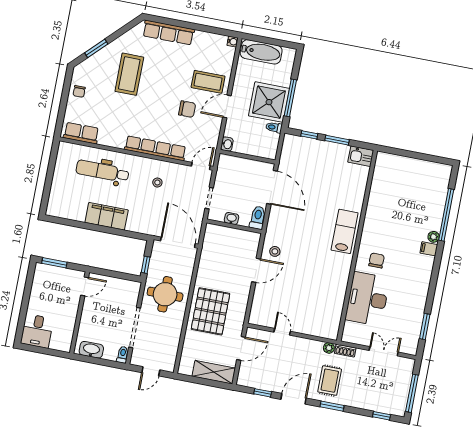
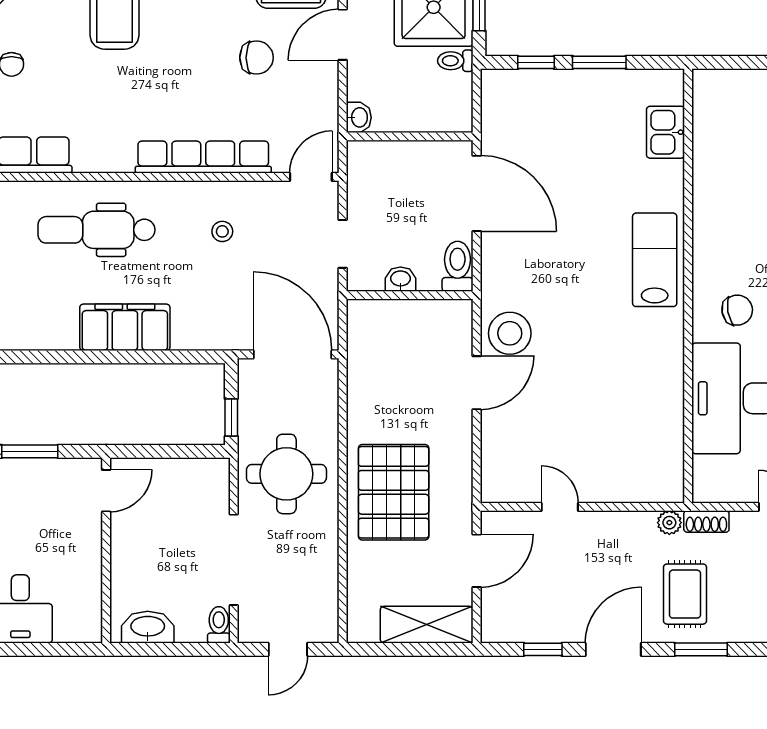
kitchen sink: (361, 156) -> (666, 132), moved, turned 90
stool: (275, 251) -> (510, 333), width x1.89, depth x1.89
chair: (377, 260) -> (737, 310), turned 80

